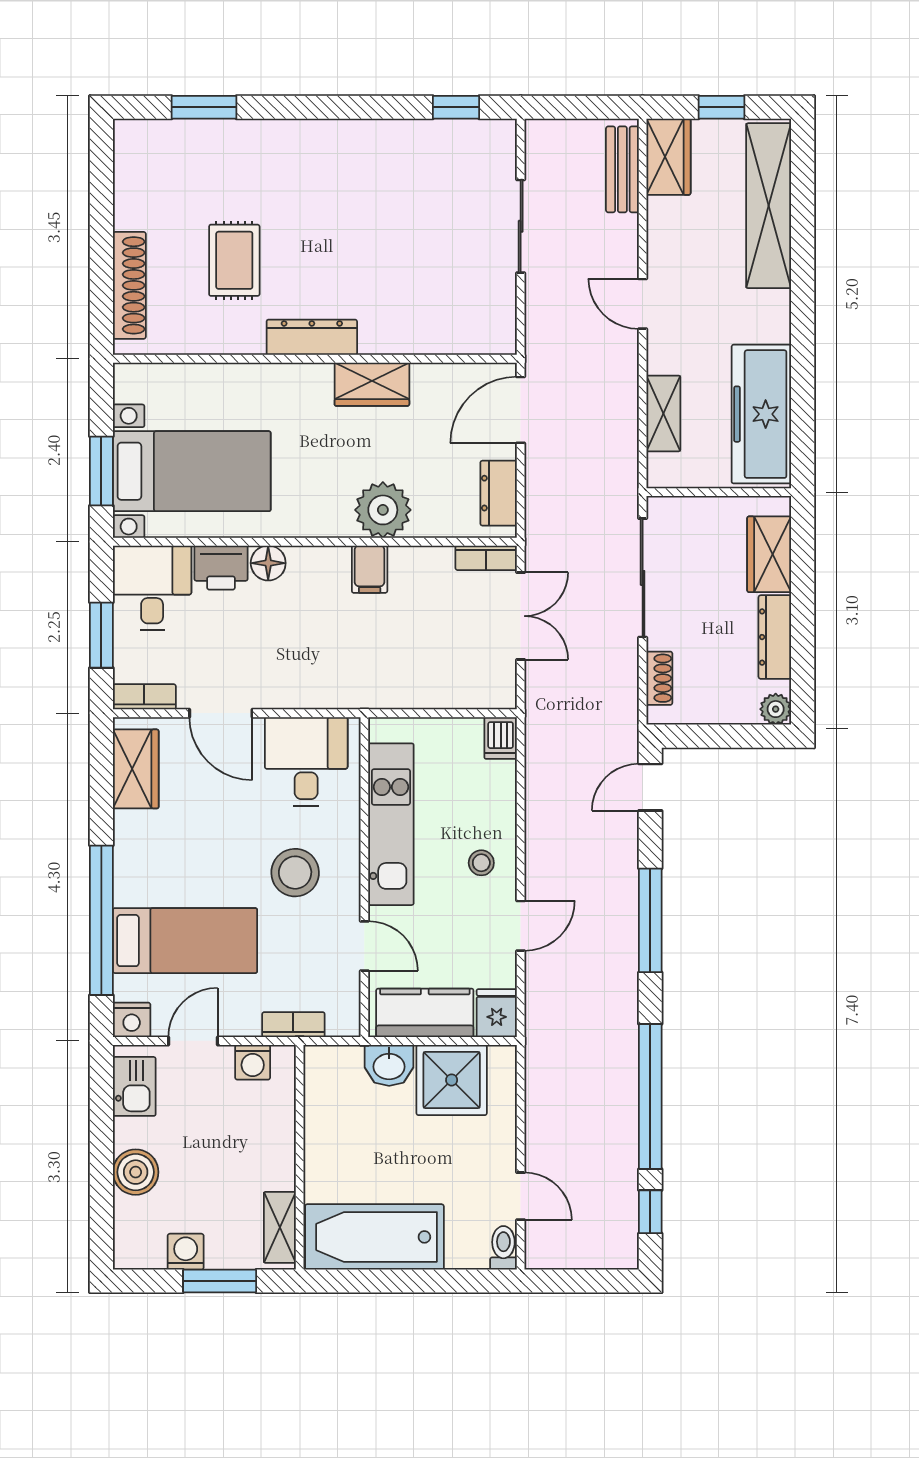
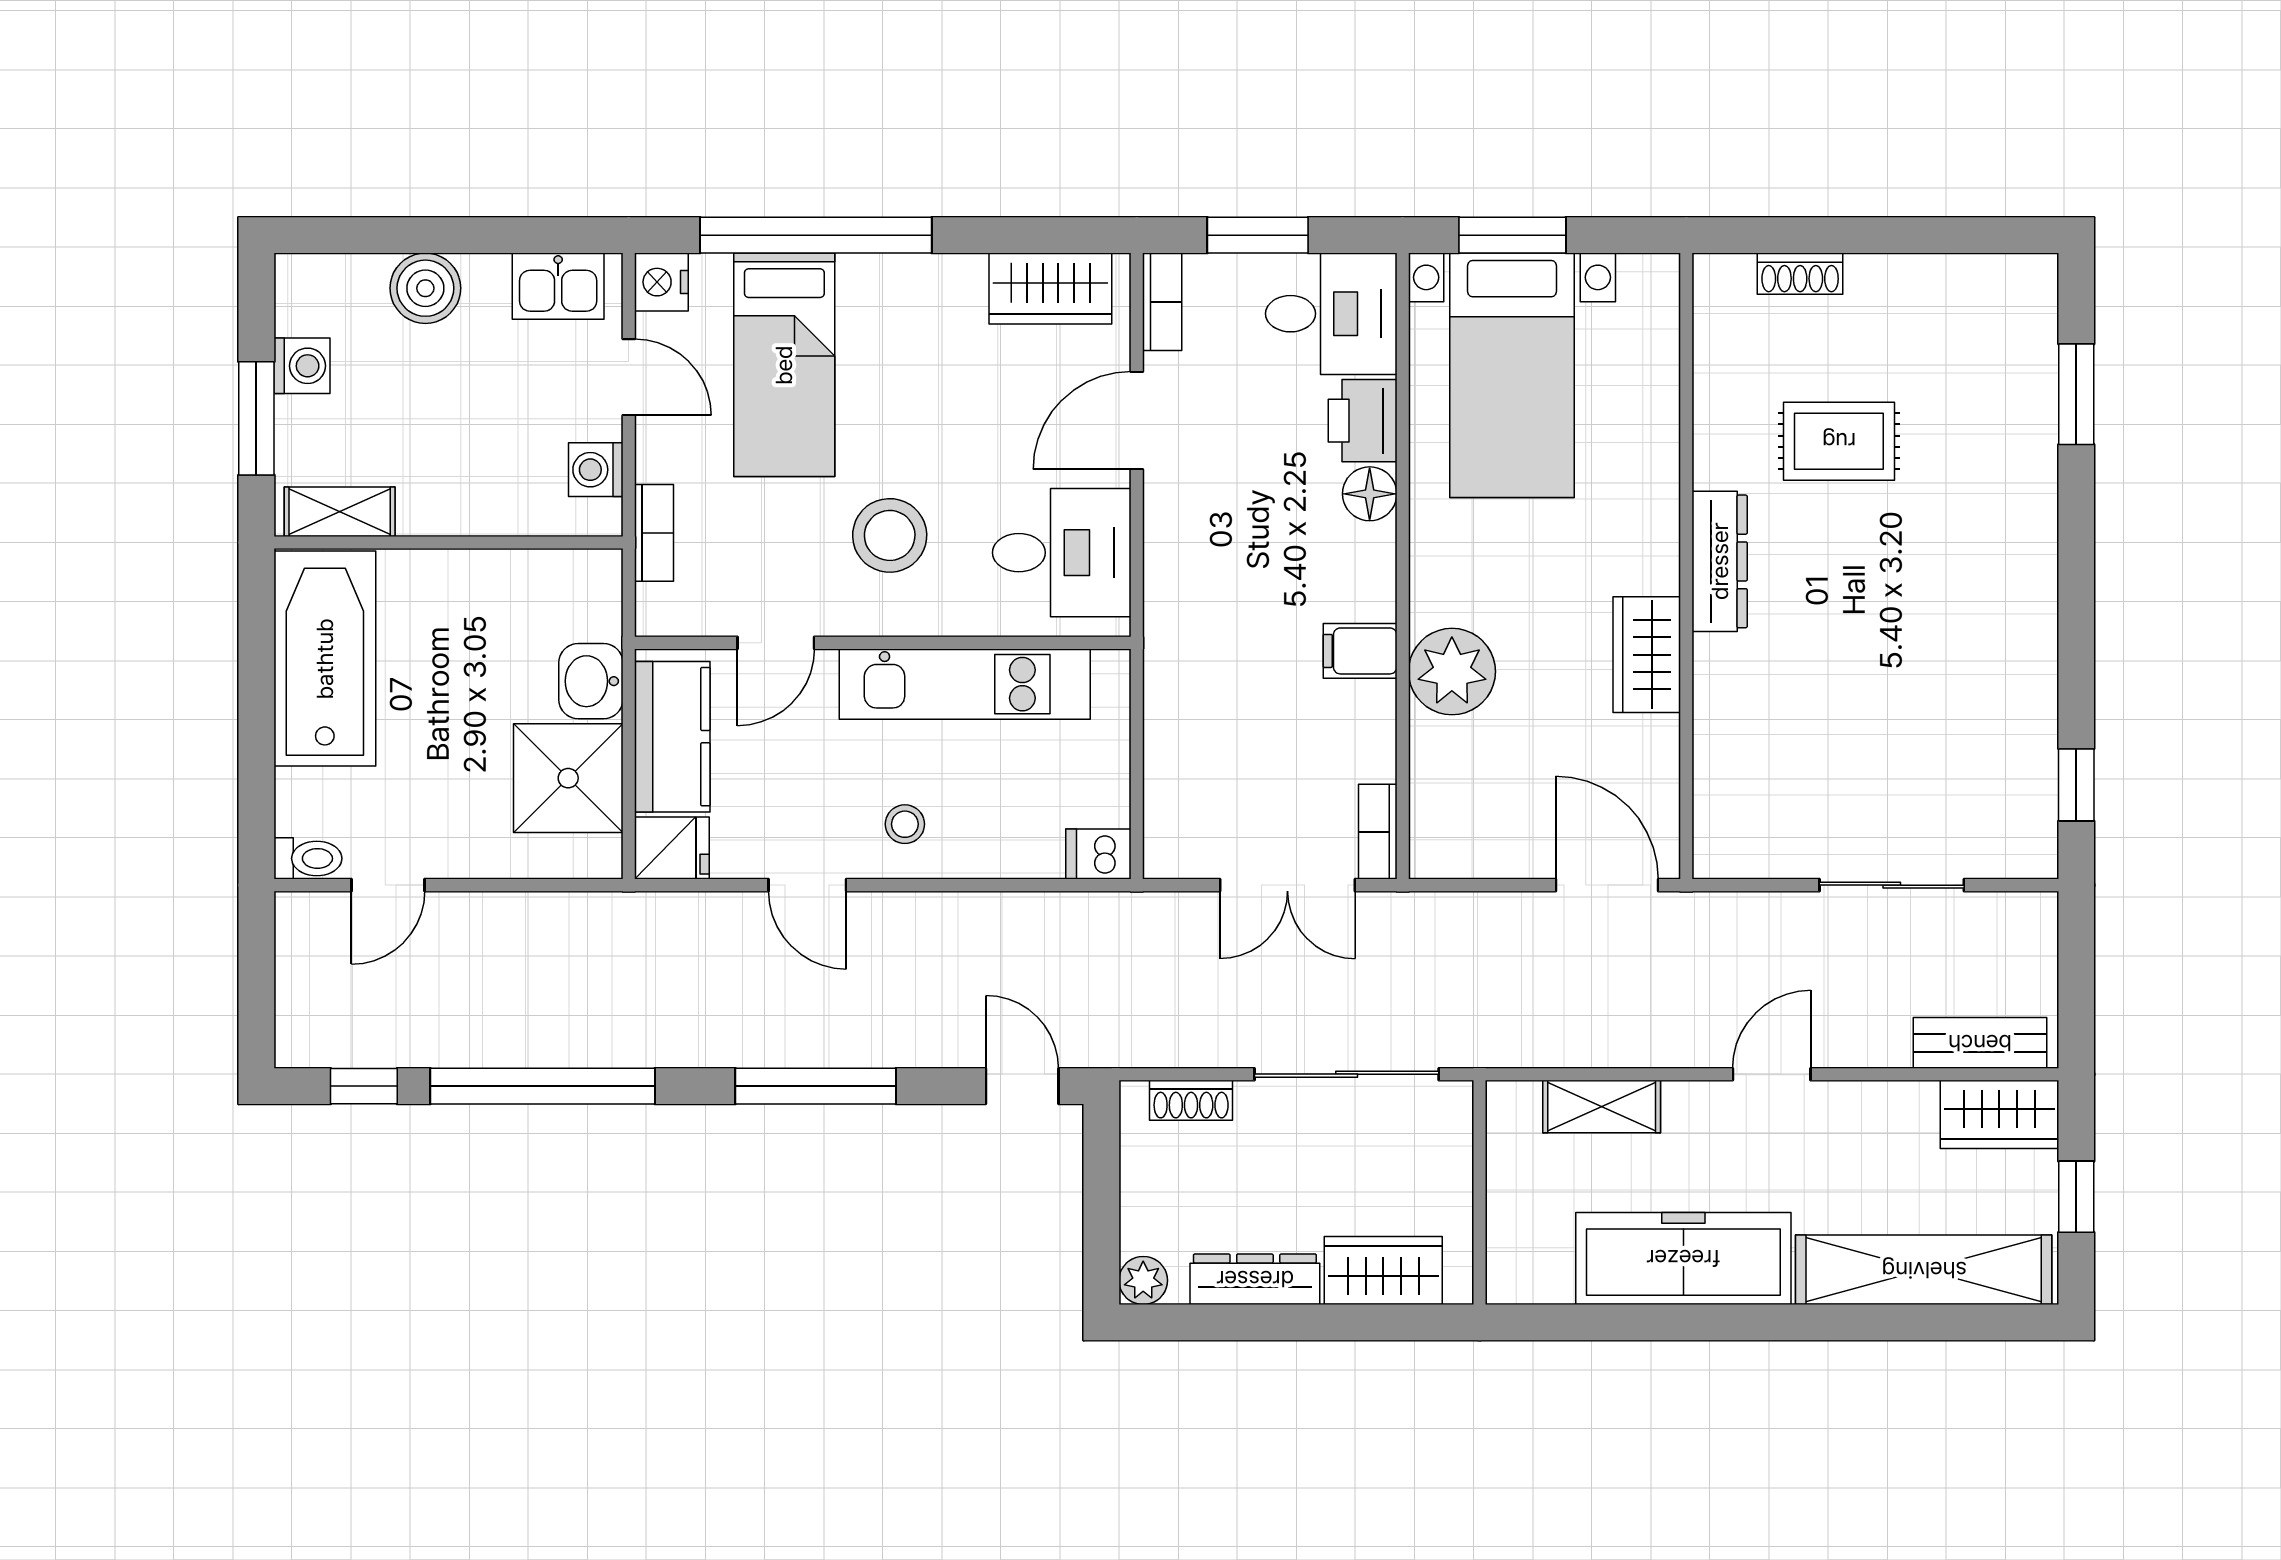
shoe rack: (129, 285) -> (1800, 274), width x0.51, depth x0.81
freezer: (761, 414) -> (1683, 1258), moved
dresser: (499, 493) -> (1478, 851), removed

